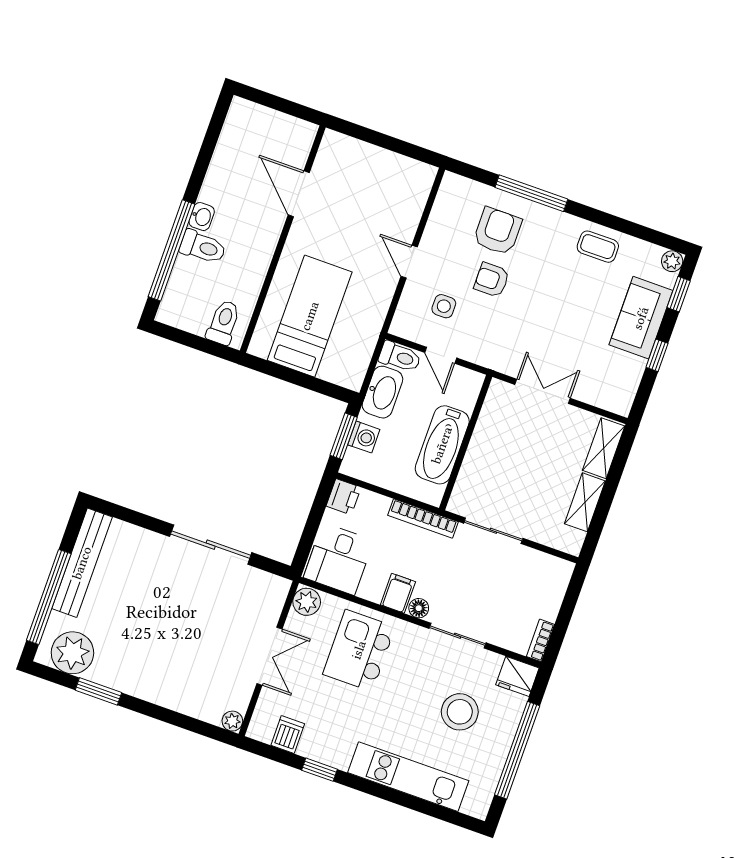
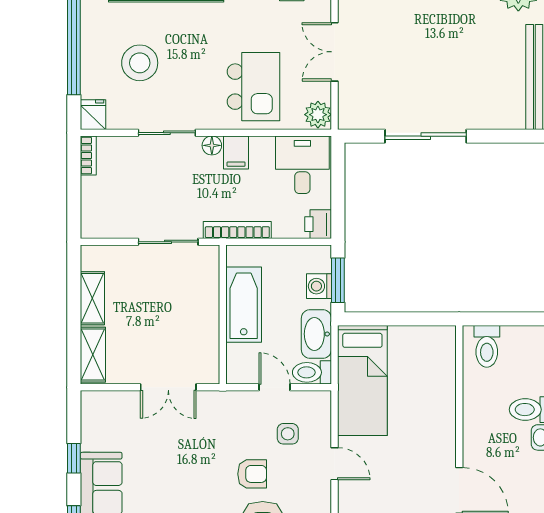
bed: (310, 316) -> (362, 381), moved
fridge: (517, 676) -> (93, 115), width x0.72

